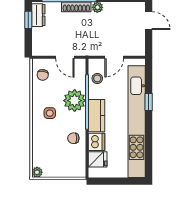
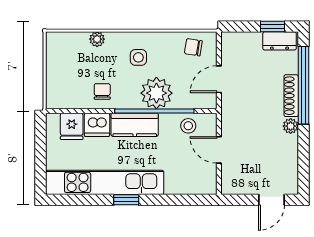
window: (149, 102) -> (126, 200), moved
kitchen unit: (137, 122) -> (105, 182), width x0.73
plant: (37, 172) -> (97, 39), moved

